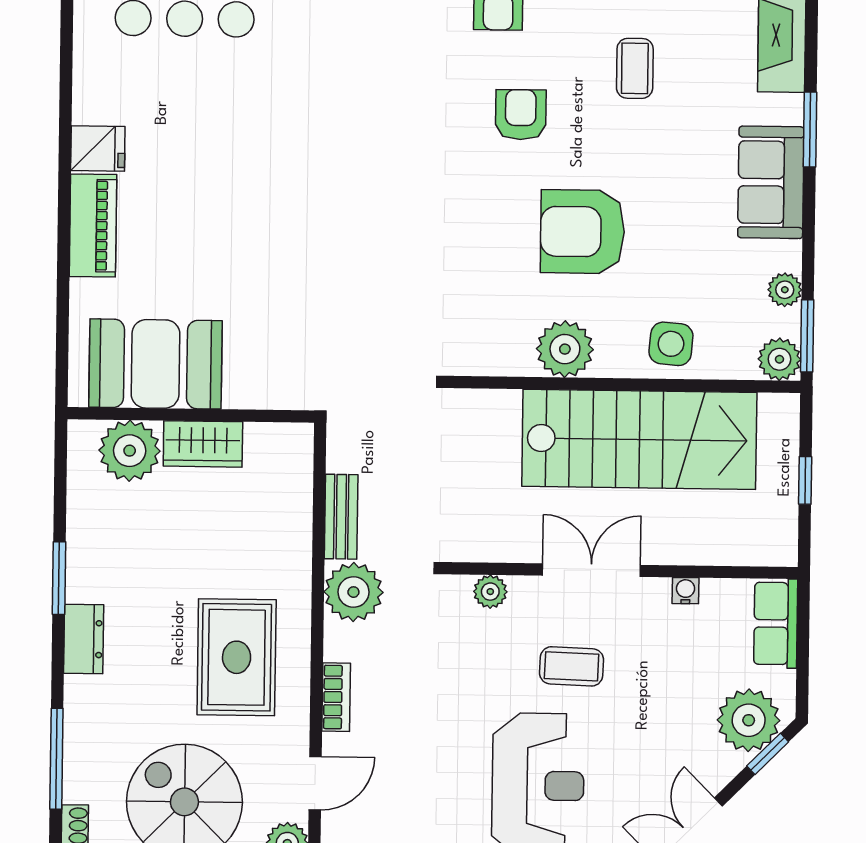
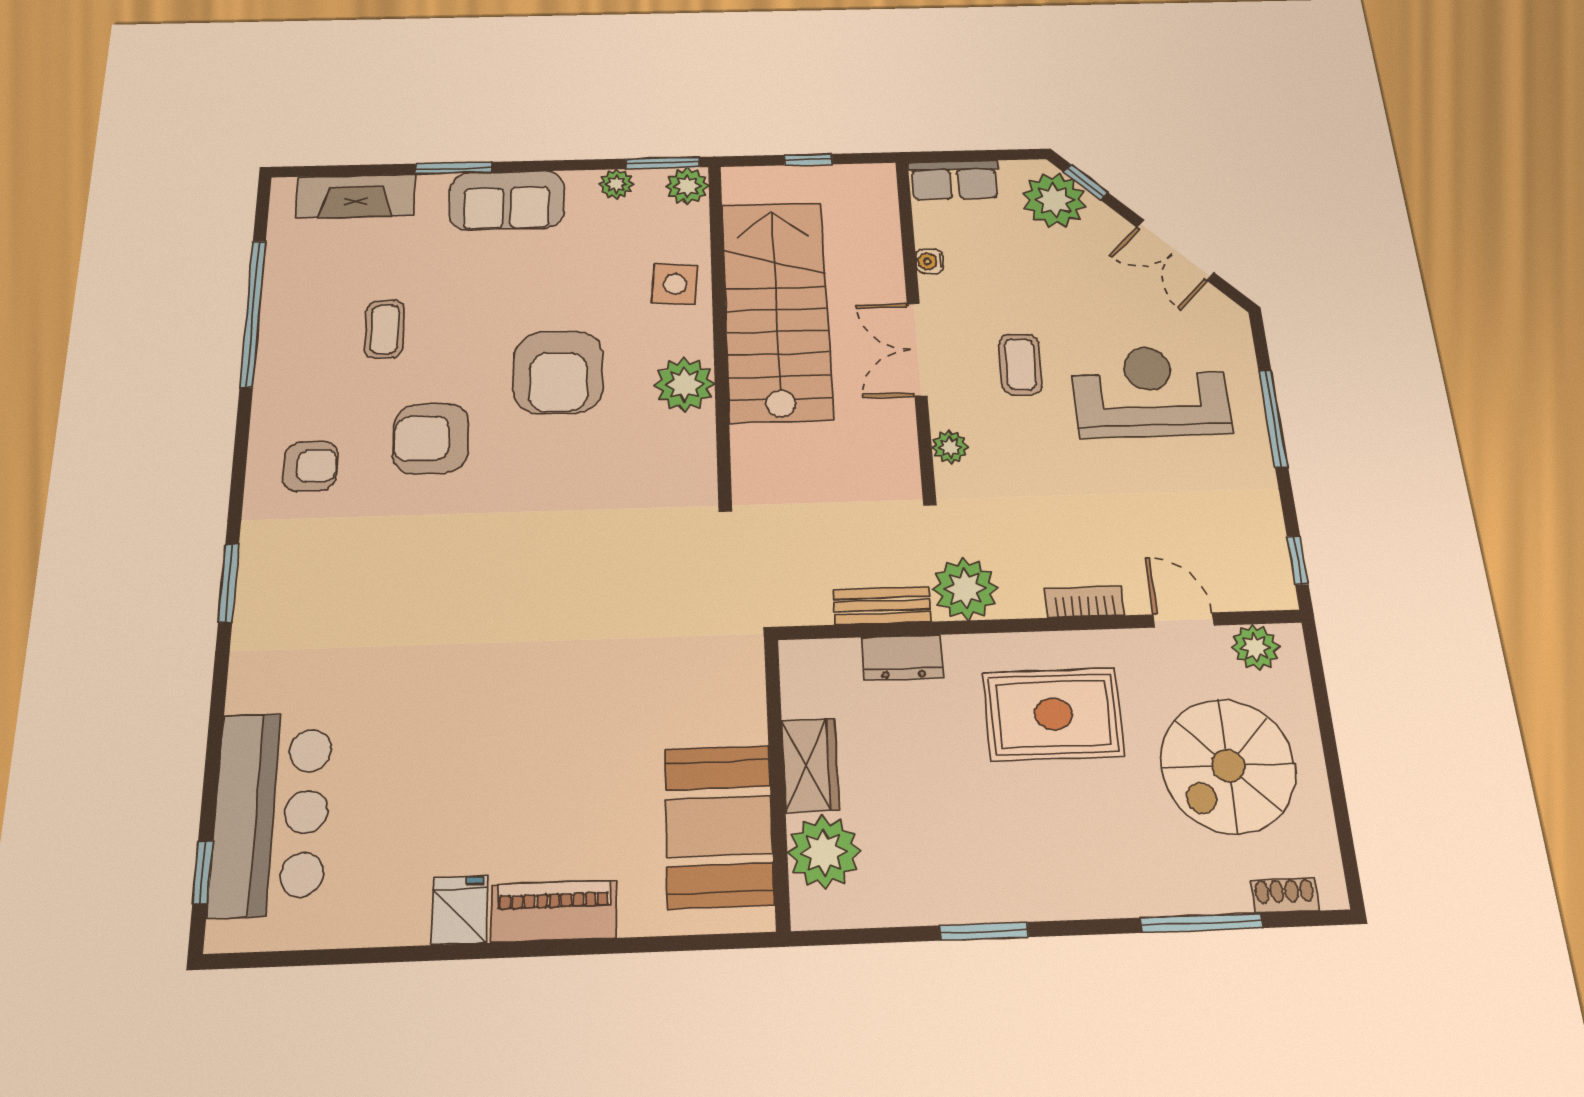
coffee table: (635, 68) -> (385, 329), turned 90
armchair: (521, 115) -> (431, 438), width x1.38, depth x1.38
dresser: (84, 639) -> (903, 657), moved, turned 180

